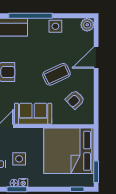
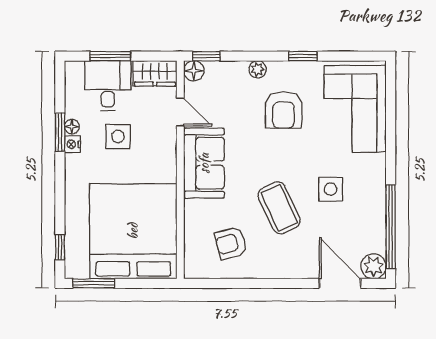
window: (31, 16) -> (391, 227), moved
side table: (55, 26) -> (330, 189), moved
door: (96, 57) -> (340, 283), moved
armchair: (75, 100) -> (231, 243), turned -61

